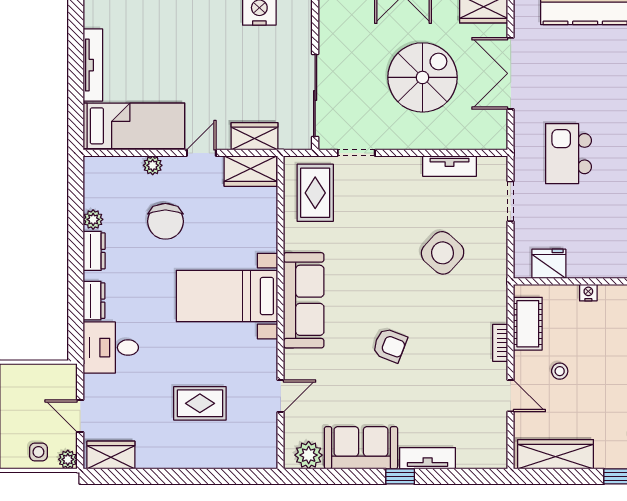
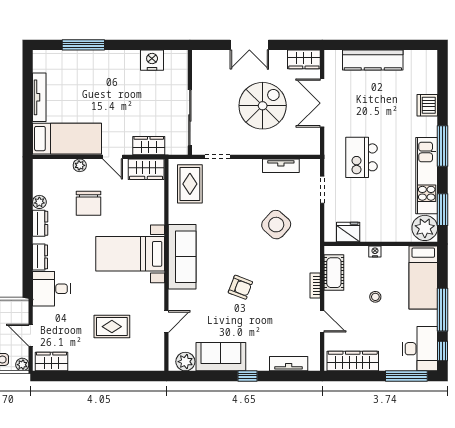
door: (201, 153) -> (113, 157), swing flipped
stool: (560, 371) -> (375, 297), moved
tv unit: (428, 458) -> (289, 364), moved

